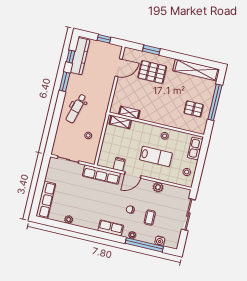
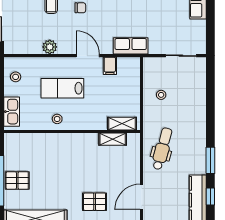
pallet: (152, 72) -> (95, 202), width x0.67, depth x0.71
dental chair: (76, 108) -> (162, 149), moved
pallet: (194, 109) -> (17, 180), moved
row of seats: (101, 175) -> (131, 46), width x0.68
door: (133, 175) -> (88, 56), hinge flipped

